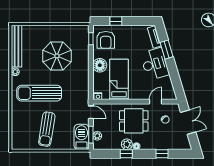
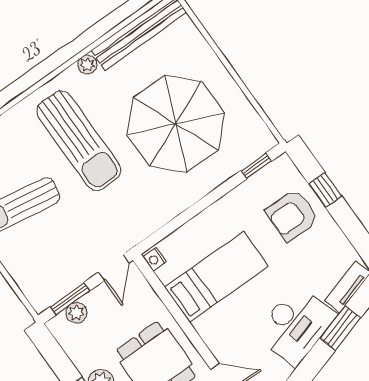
armchair: (106, 40) -> (292, 215), moved
parasol: (57, 56) -> (176, 124), width x1.36, depth x1.36
floor lamp: (100, 65) -> (217, 220), removed
sun lounger: (39, 93) -> (79, 141), turned 180
barbecue: (81, 137) -> (53, 284), removed

